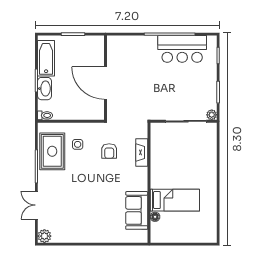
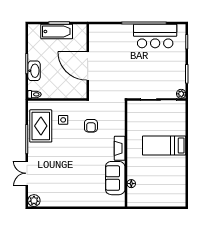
bathtub: (46, 58) -> (57, 31), moved, turned 90
fireplace: (142, 152) -> (120, 148), moved
bed: (175, 200) -> (164, 146), moved, turned 180

